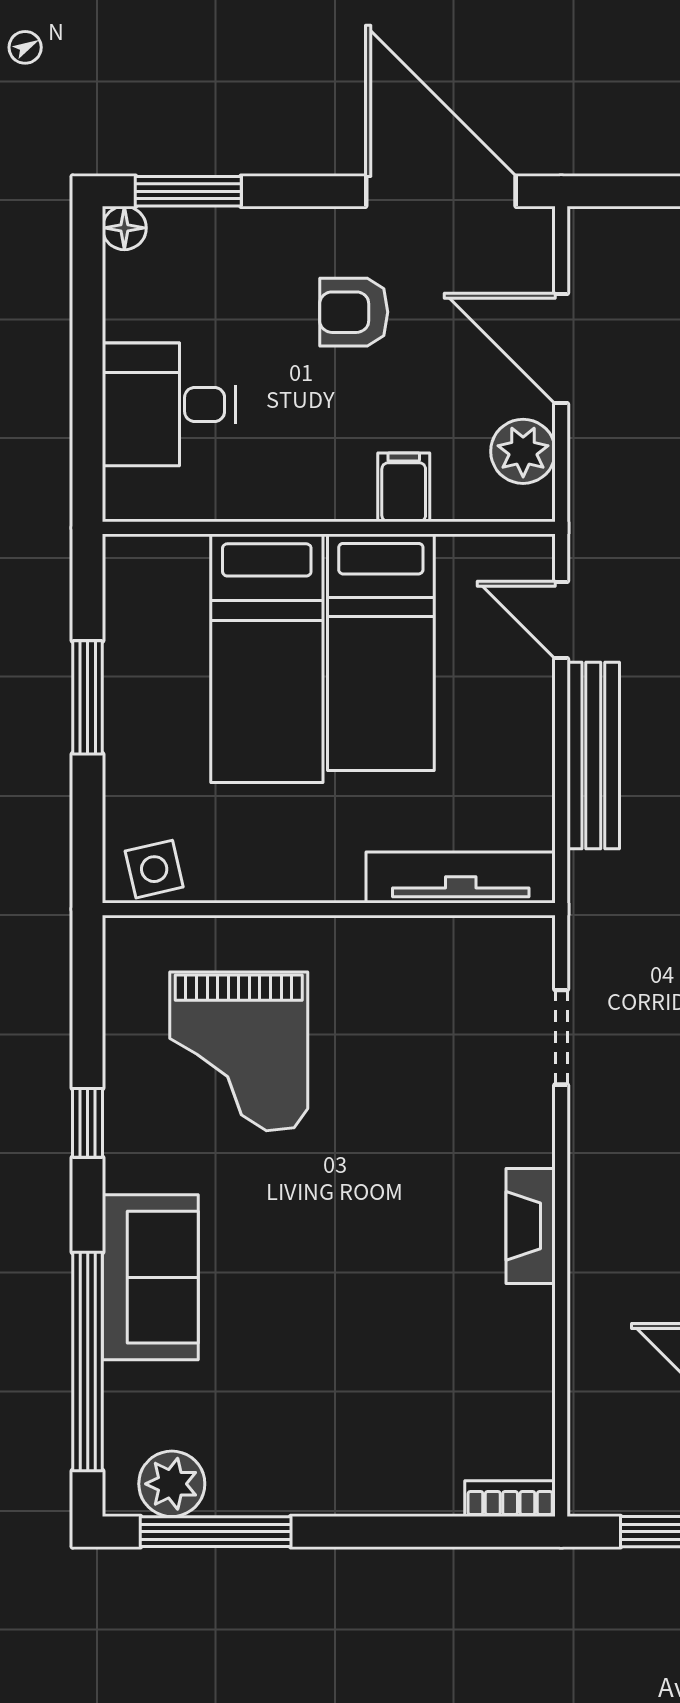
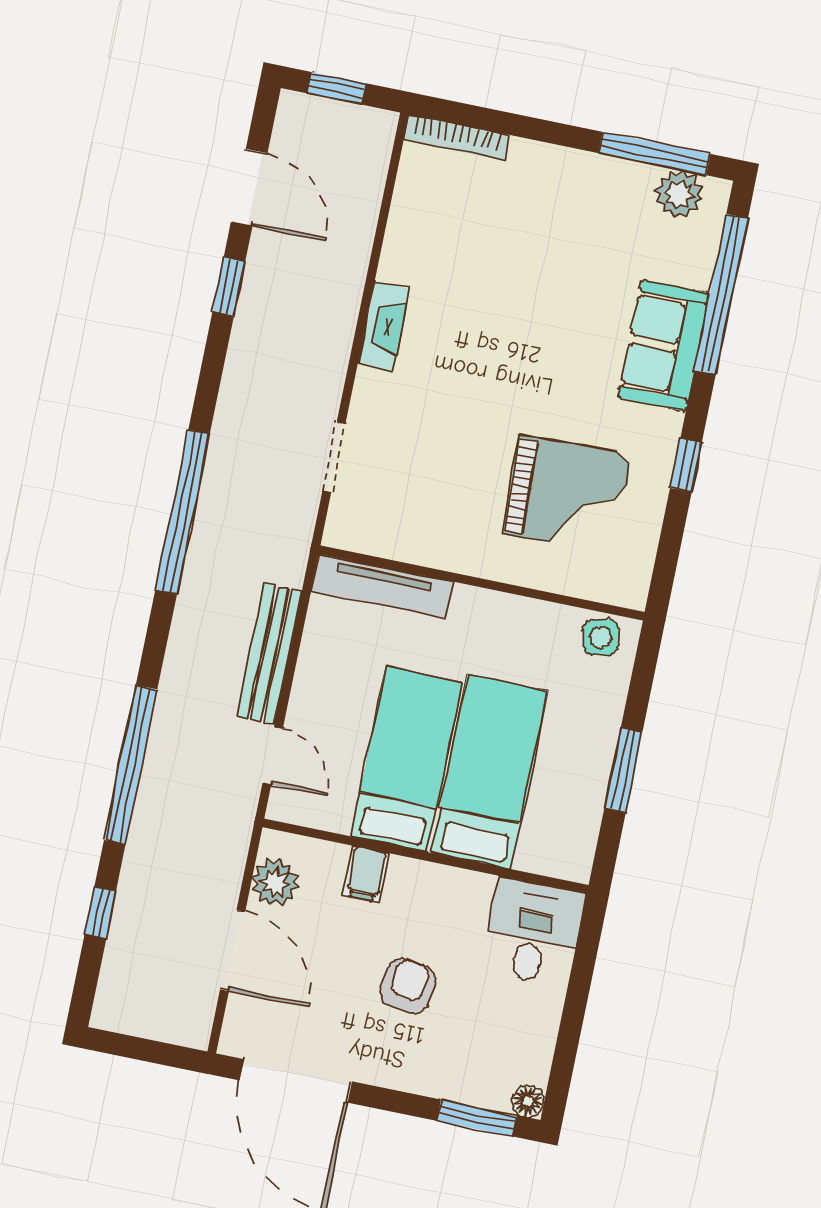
armchair: (354, 312) -> (408, 986), moved, turned -82
desk: (169, 404) -> (533, 932), moved, turned -90
grand piano: (239, 1051) -> (567, 494), turned 88
bookcase: (510, 1499) -> (457, 138), width x1.56

